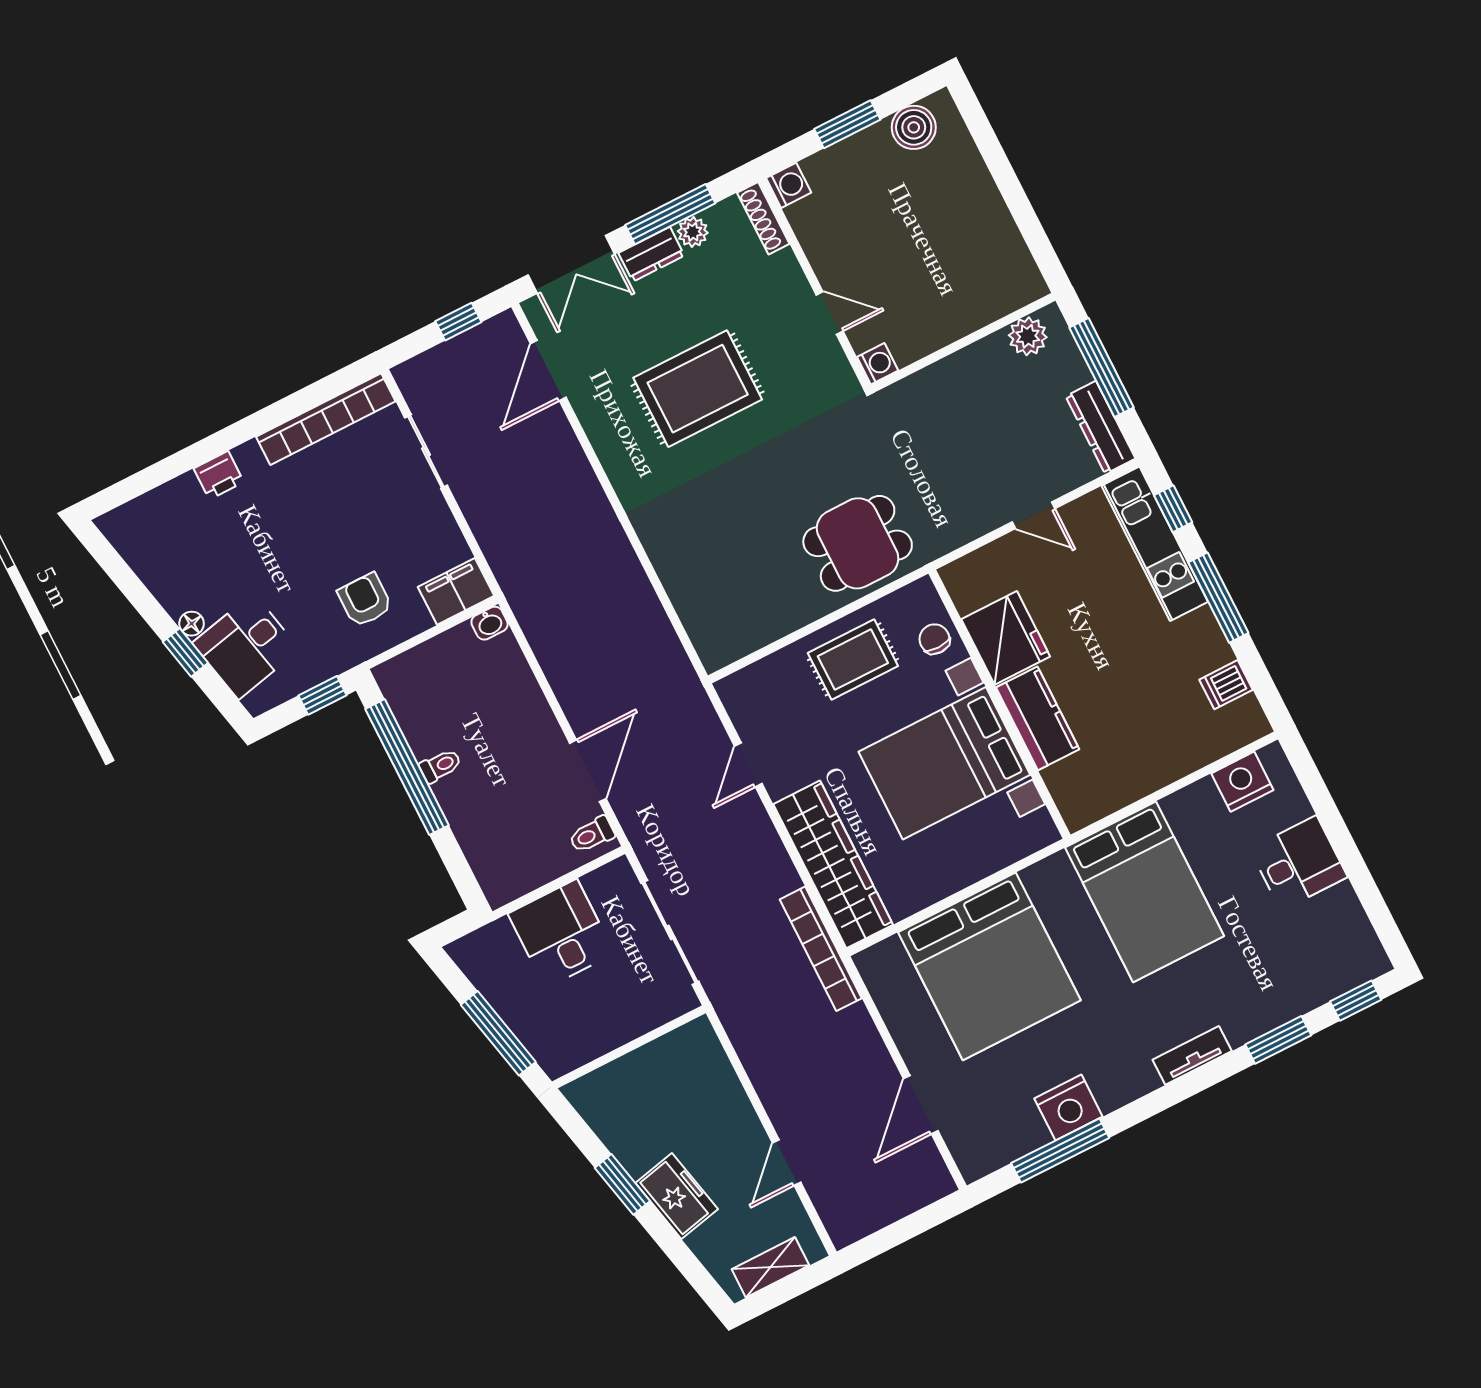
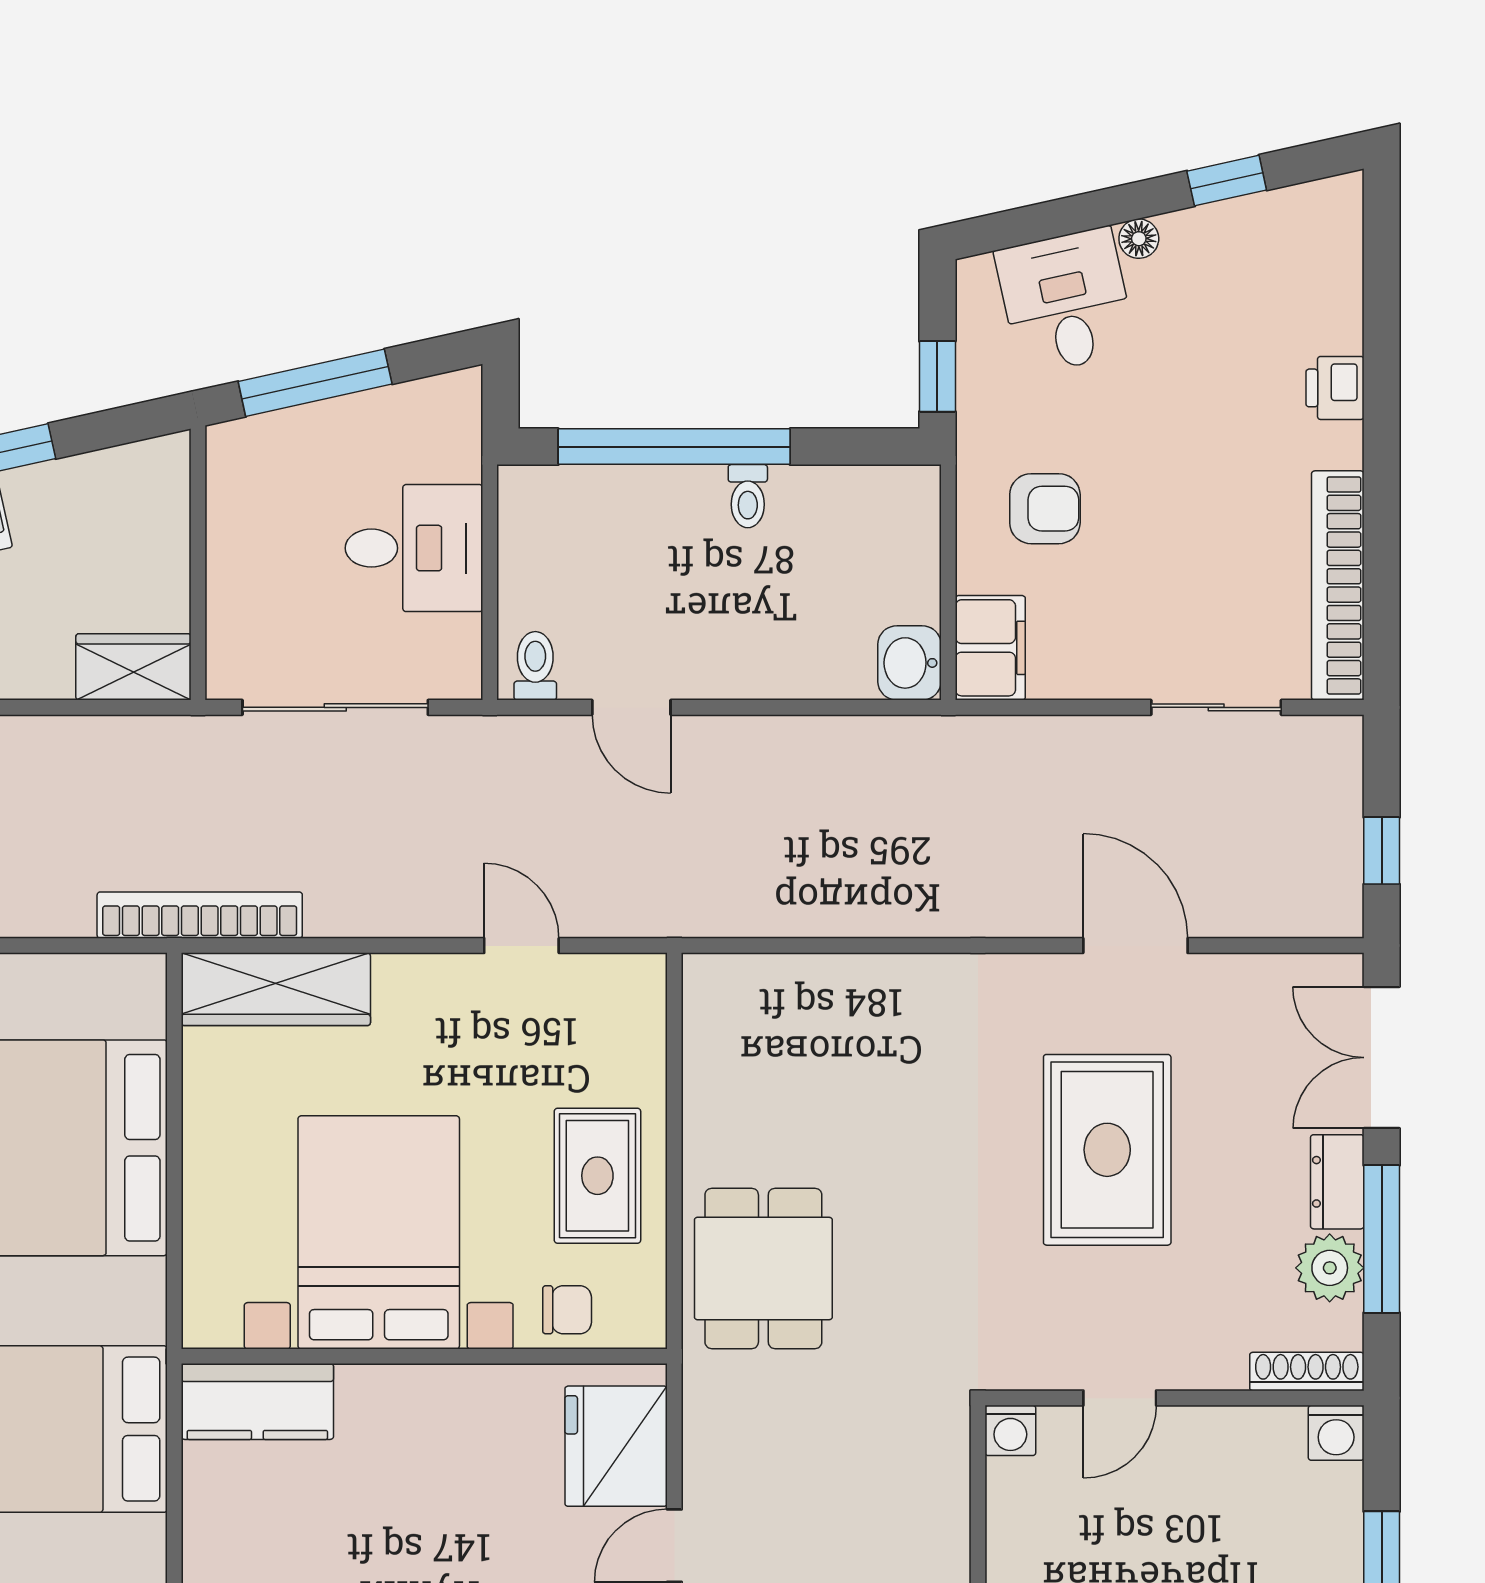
plant: (693, 232) -> (1330, 1268), width x1.38, depth x1.38
door: (548, 371) -> (1135, 946), moved
washbasin: (490, 623) -> (909, 663), width x1.38, depth x1.45
fridge: (1006, 638) -> (616, 1446), moved, turned 90
window: (185, 652) -> (1227, 181), moved
kitchen counter: (1038, 718) -> (257, 1401), moved
window: (407, 767) -> (674, 447), moved
door: (588, 771) -> (631, 707), width x0.73
wardrobe: (833, 864) -> (276, 989), width x0.71, depth x0.85
wardrobe: (704, 1054) -> (133, 667), added

